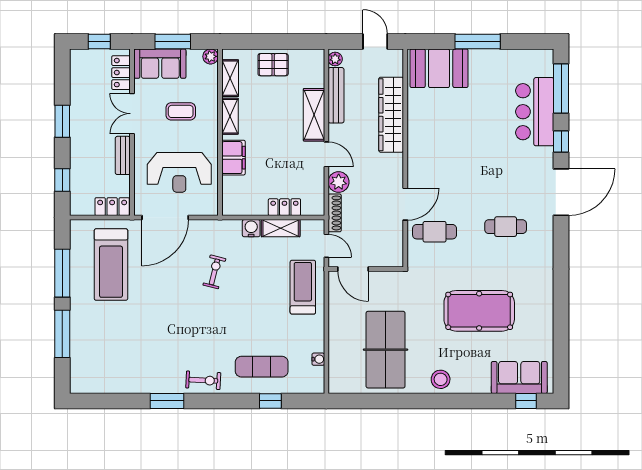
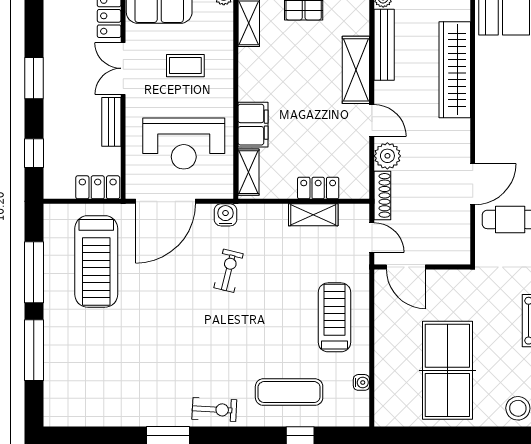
shelving: (230, 116) -> (248, 172), moved
water cooler: (251, 228) -> (226, 215), moved
treadmill: (303, 287) -> (334, 317), moved

